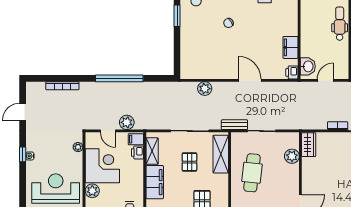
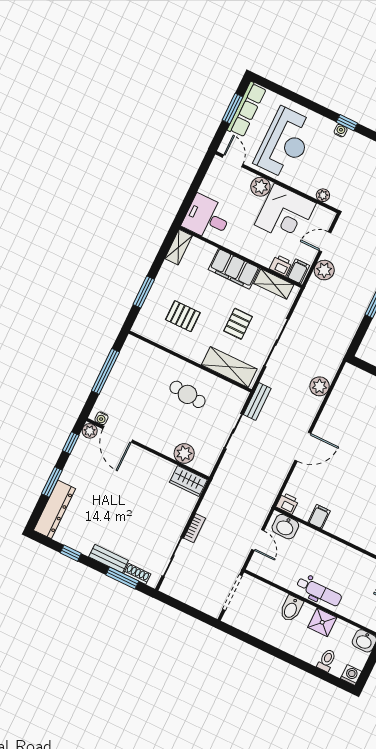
filing cabinet: (290, 47) -> (319, 517), width x0.50
pallet: (189, 162) -> (238, 324), turned 90
cafe table: (252, 173) -> (187, 394), width x0.73, depth x0.74

